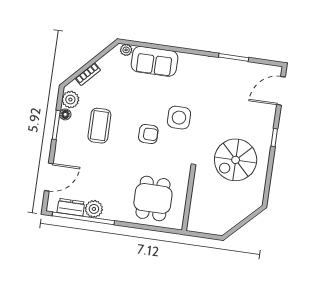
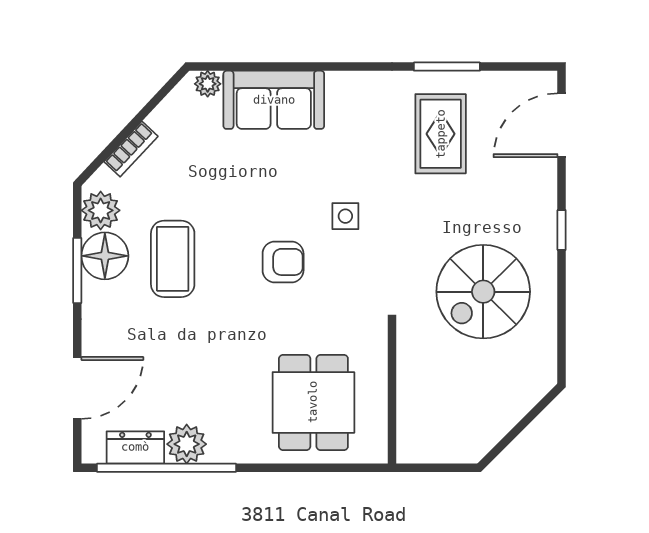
rug: (227, 87) -> (441, 134), added
floor lamp: (65, 114) -> (105, 256), width x1.89, depth x1.89
side table: (179, 118) -> (345, 216), width x0.54, depth x0.54

